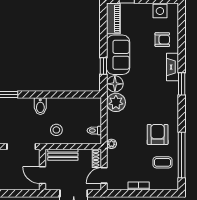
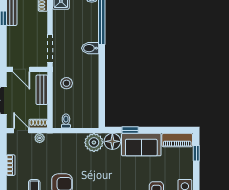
bidet: (40, 106) -> (90, 48), moved
plant: (111, 144) -> (40, 138), moved
door: (42, 175) -> (21, 69), swing flipped

